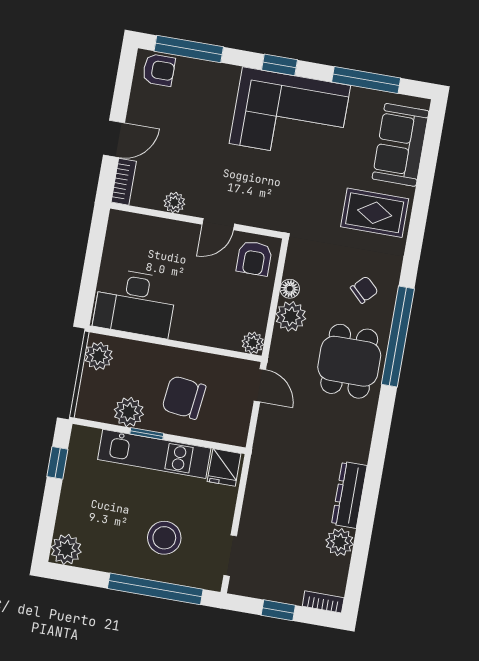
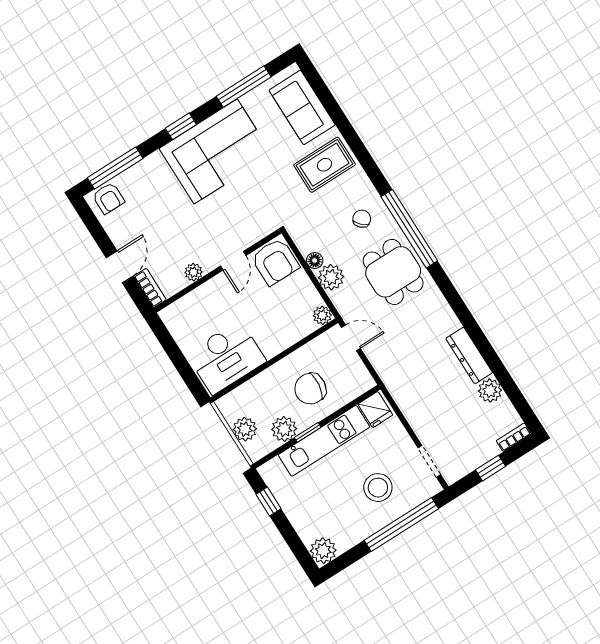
armchair: (159, 70) -> (108, 198), turned 90
armchair: (254, 258) -> (275, 262), width x1.38, depth x1.38
plant: (99, 356) -> (245, 429), moved

